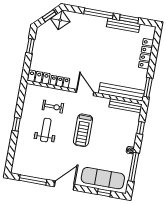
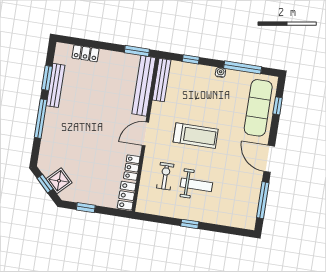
shower: (60, 20) -> (59, 181), moved
locker: (146, 54) -> (85, 53), width x0.66
weight bench: (46, 130) -> (196, 185), turned 180

